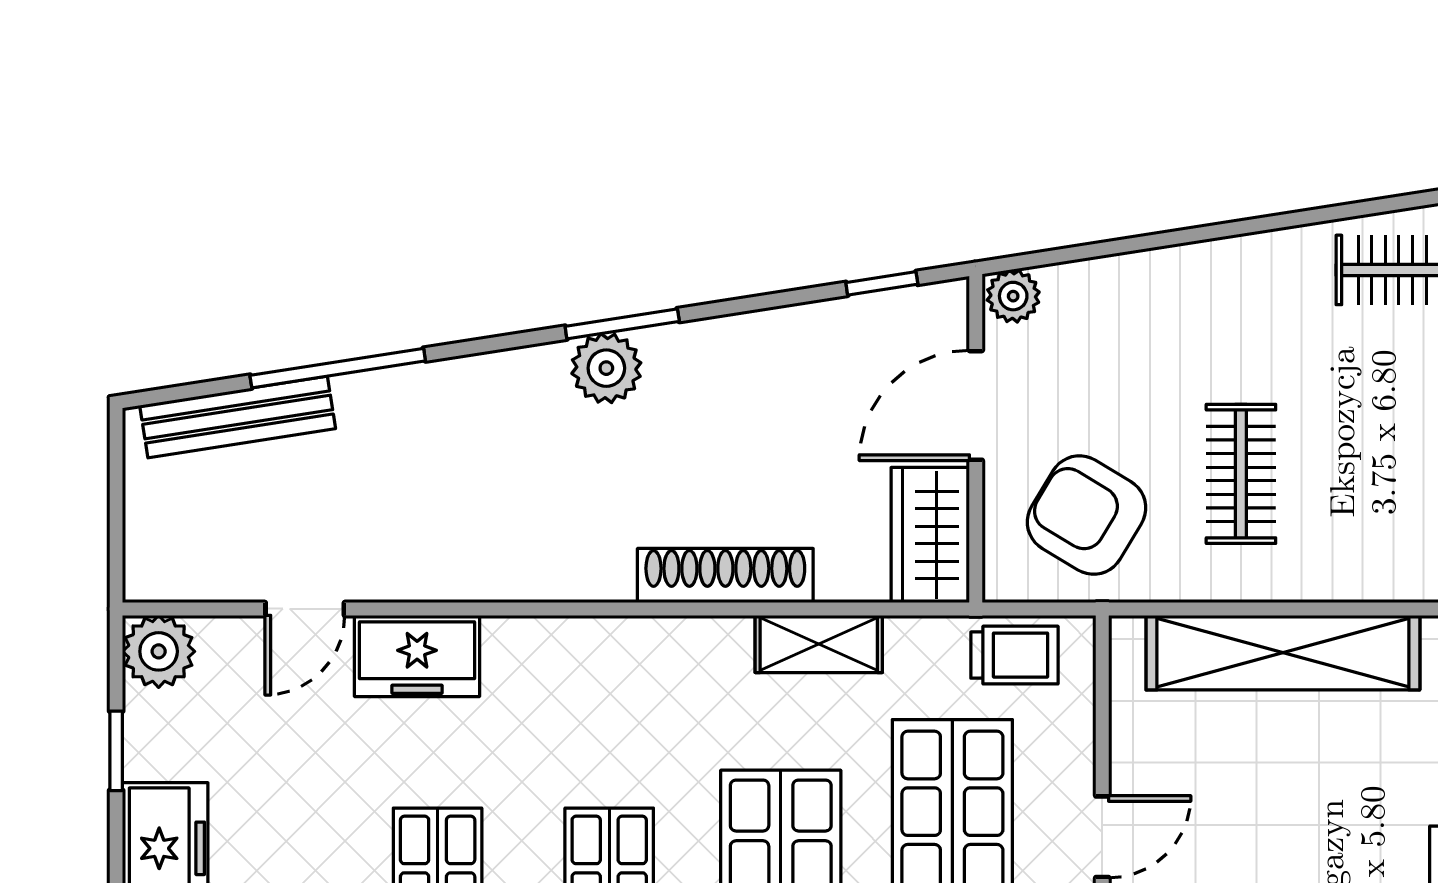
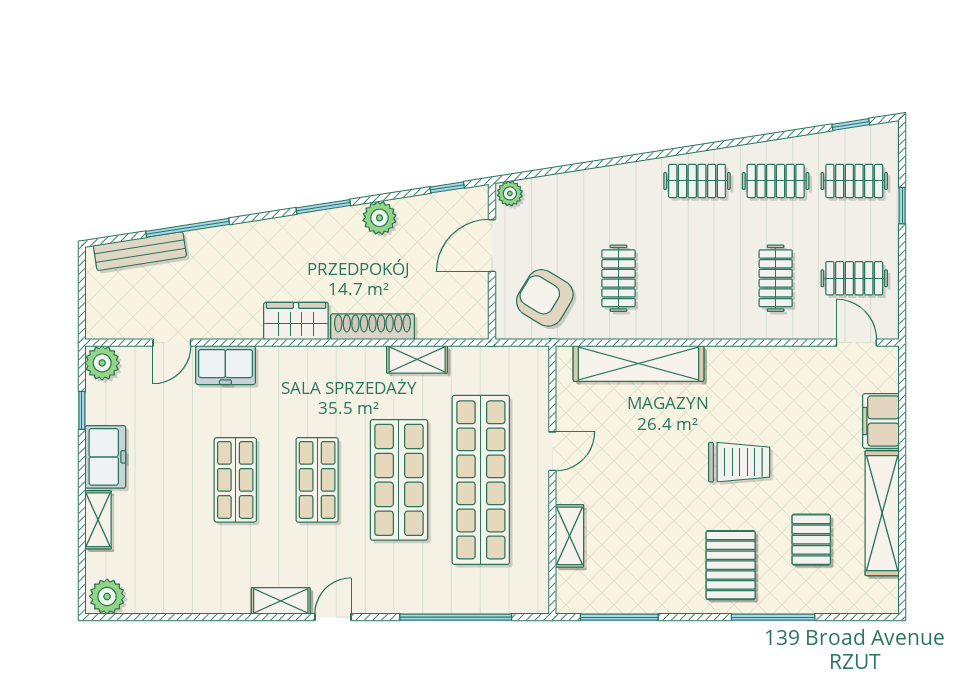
plant: (606, 368) -> (379, 218), moved
wardrobe: (930, 535) -> (296, 321), moved, turned 90
trolley: (1014, 655) -> (510, 365), removed

